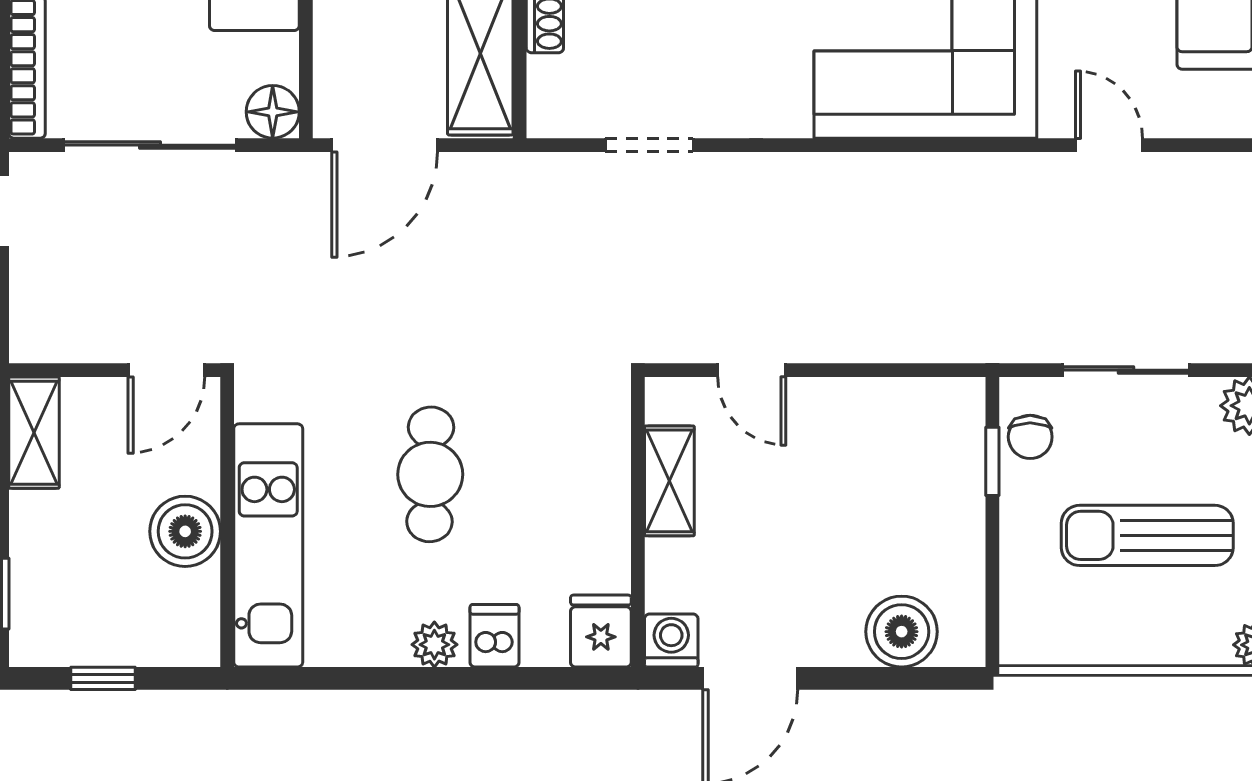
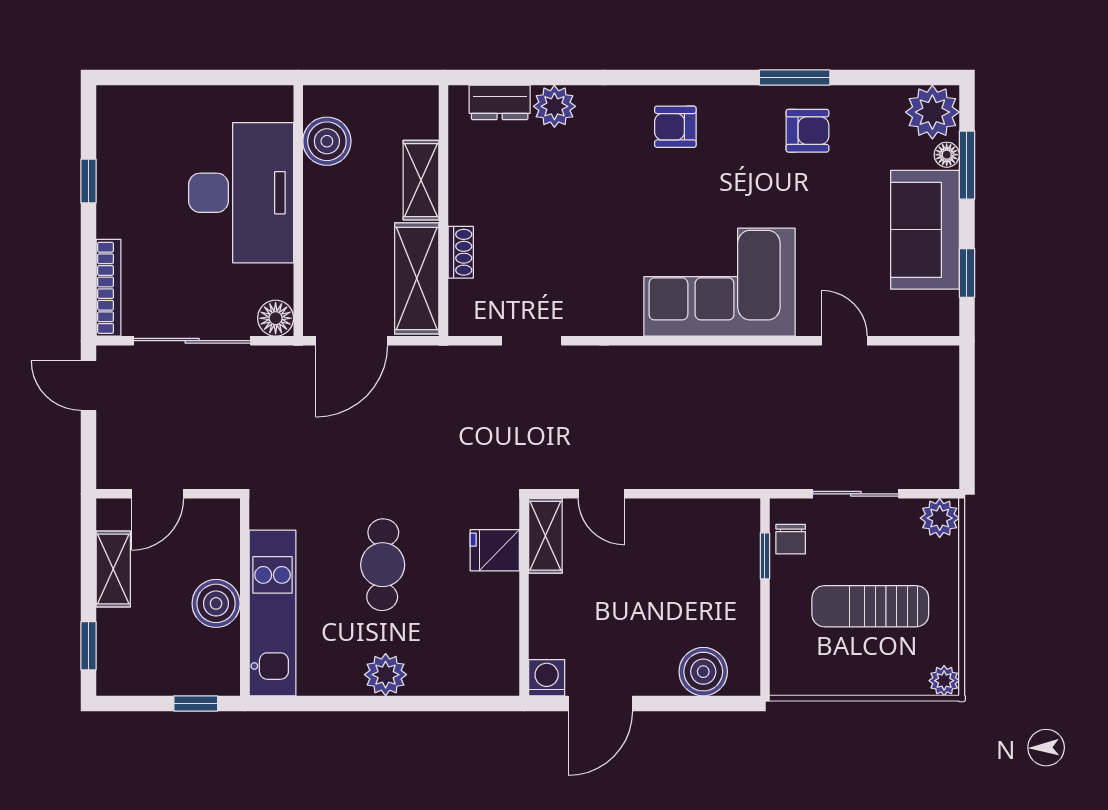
door: (166, 370) -> (158, 494), moved
shelving: (34, 433) -> (113, 569), moved
shelving: (669, 481) -> (545, 536), moved
fridge: (601, 631) -> (495, 550), moved, turned -90
dishwasher: (494, 636) -> (426, 674), removed
plant: (434, 645) -> (386, 675), width x1.38, depth x1.38
window: (103, 678) -> (196, 703), moved

